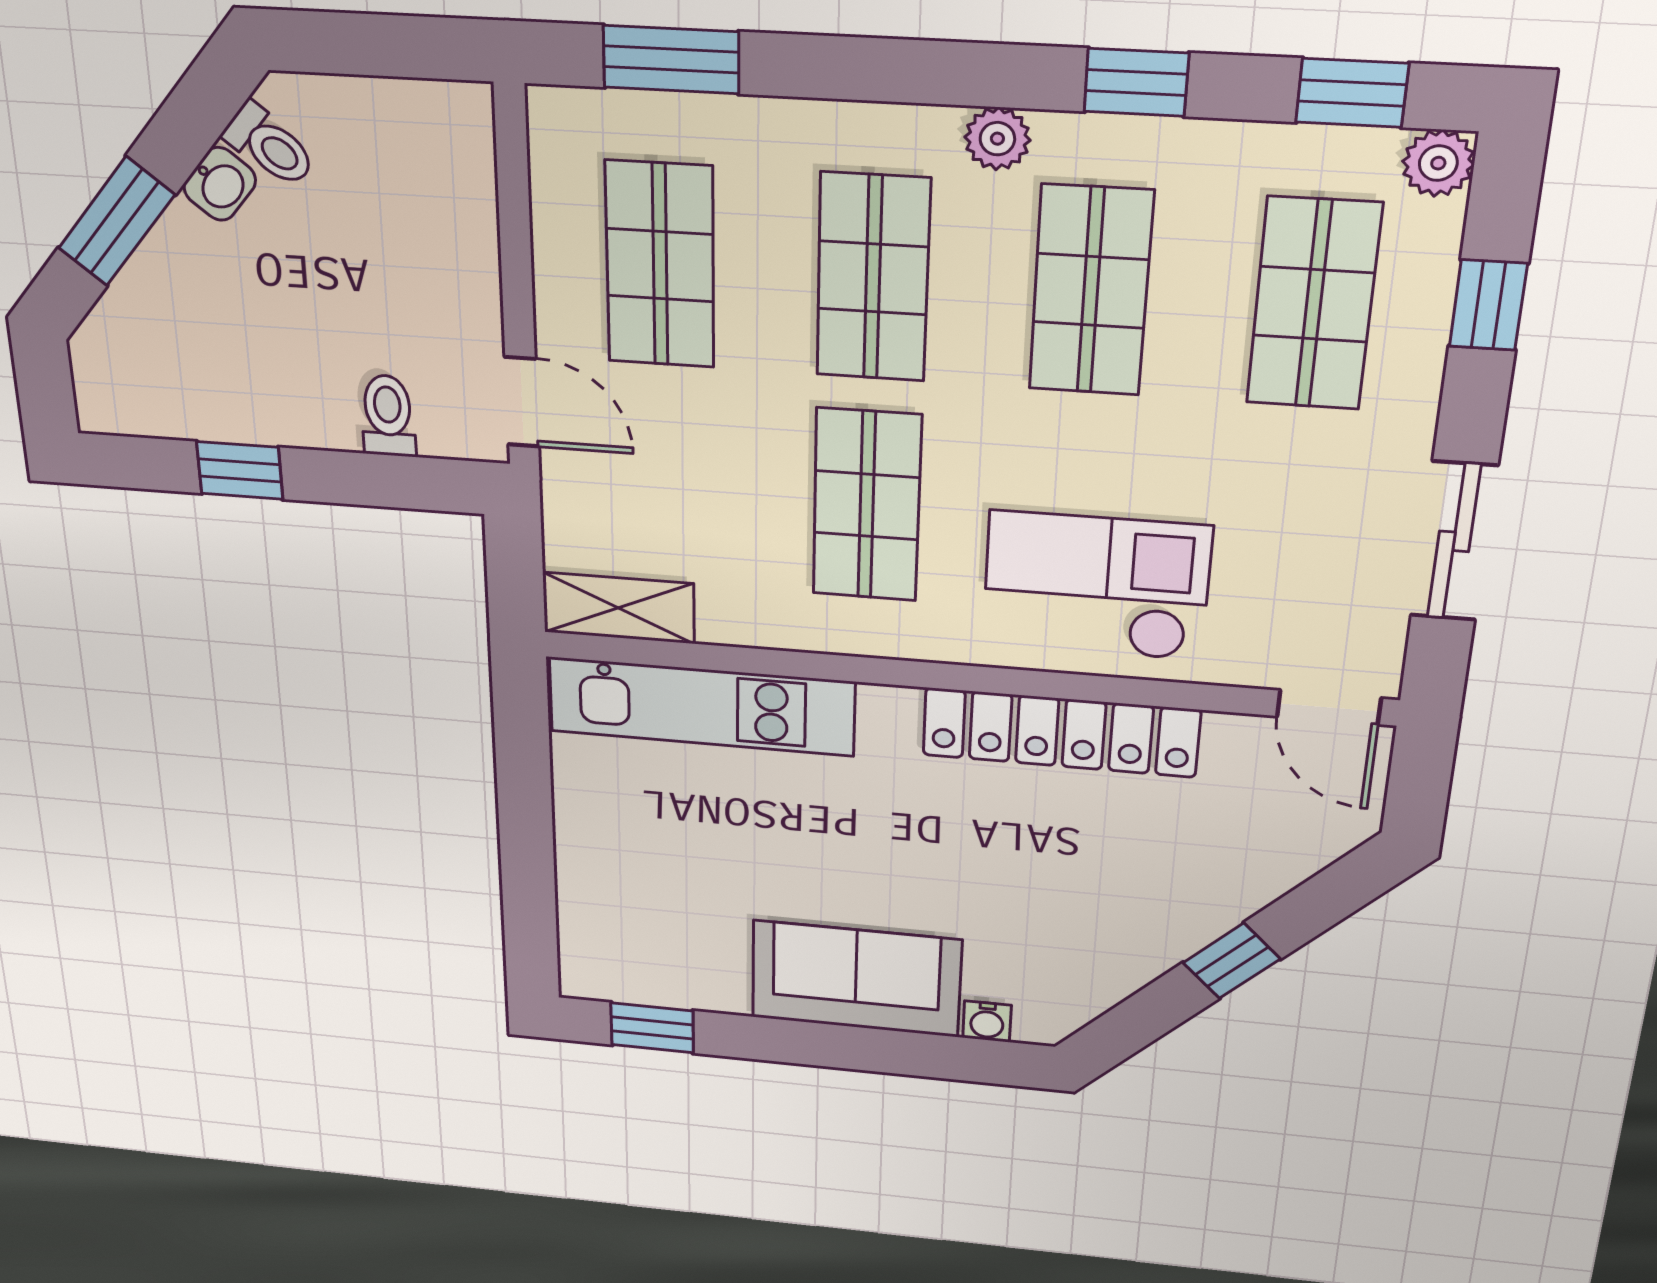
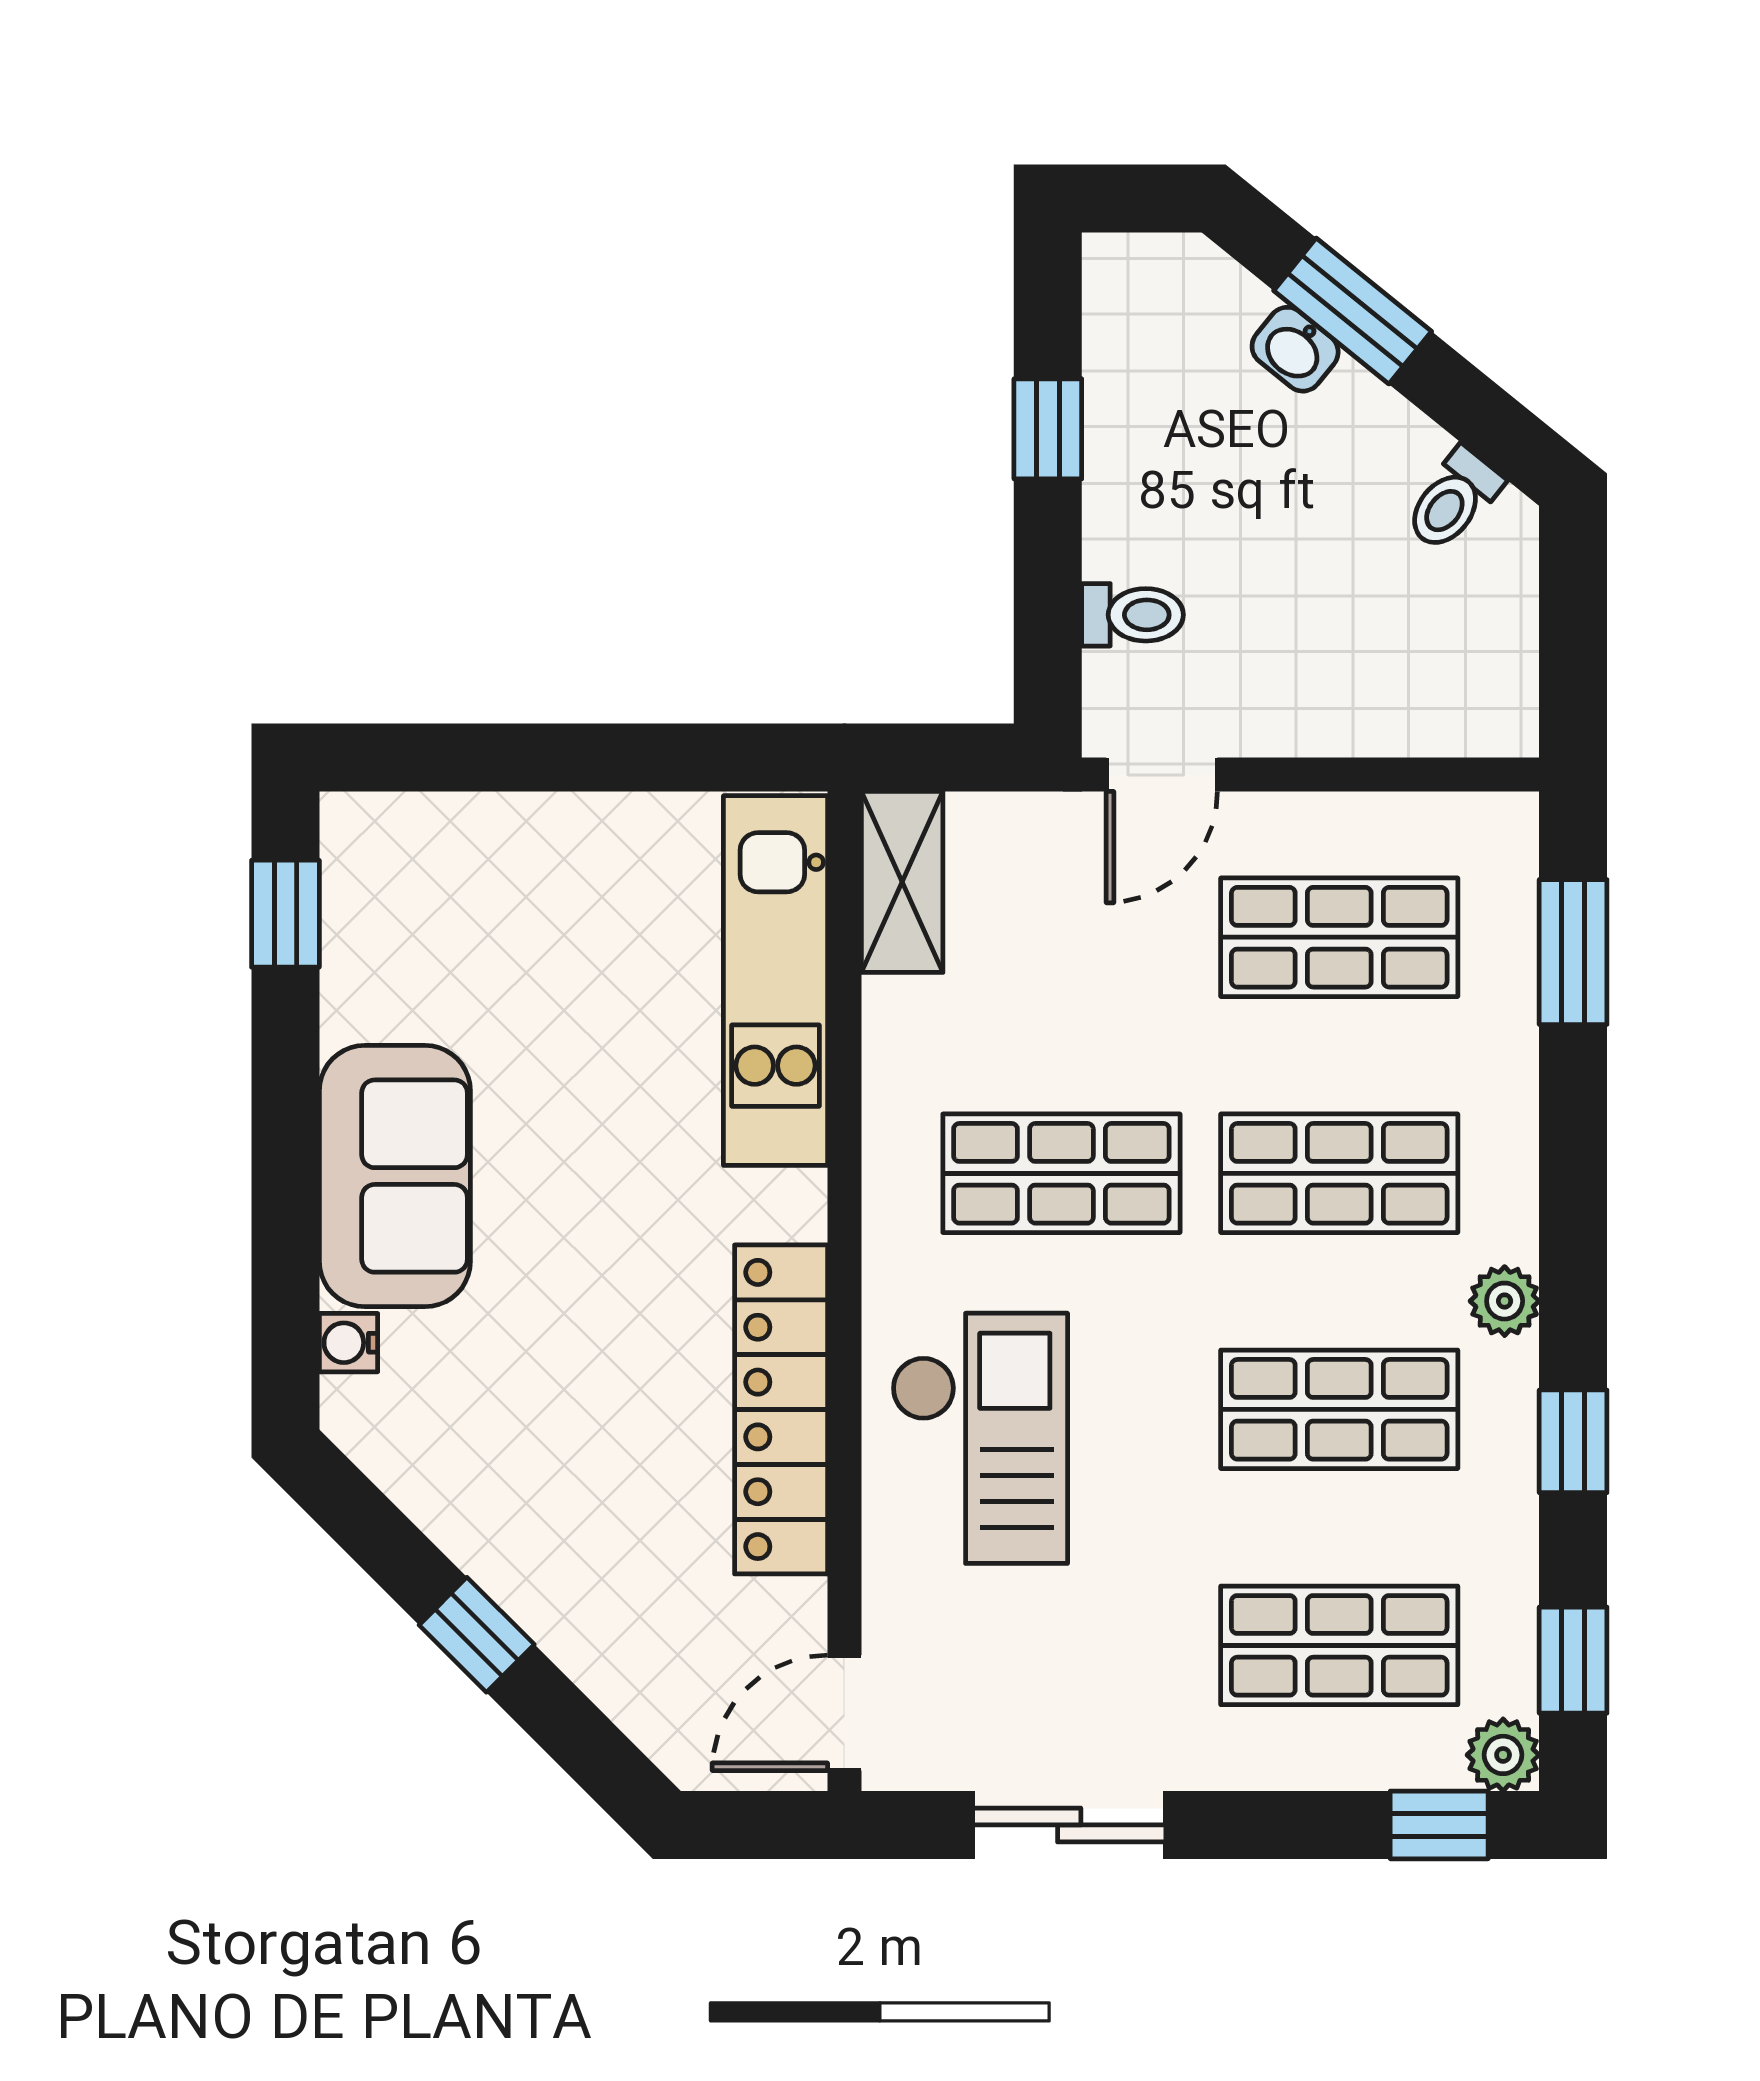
washbasin: (220, 184) -> (1295, 349), moved
window: (1488, 305) -> (1439, 1825), moved

